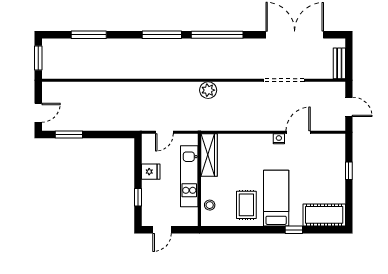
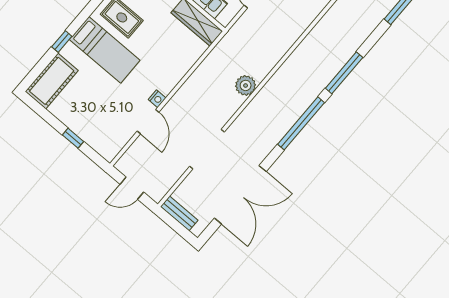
plant: (208, 90) -> (246, 85), moved

